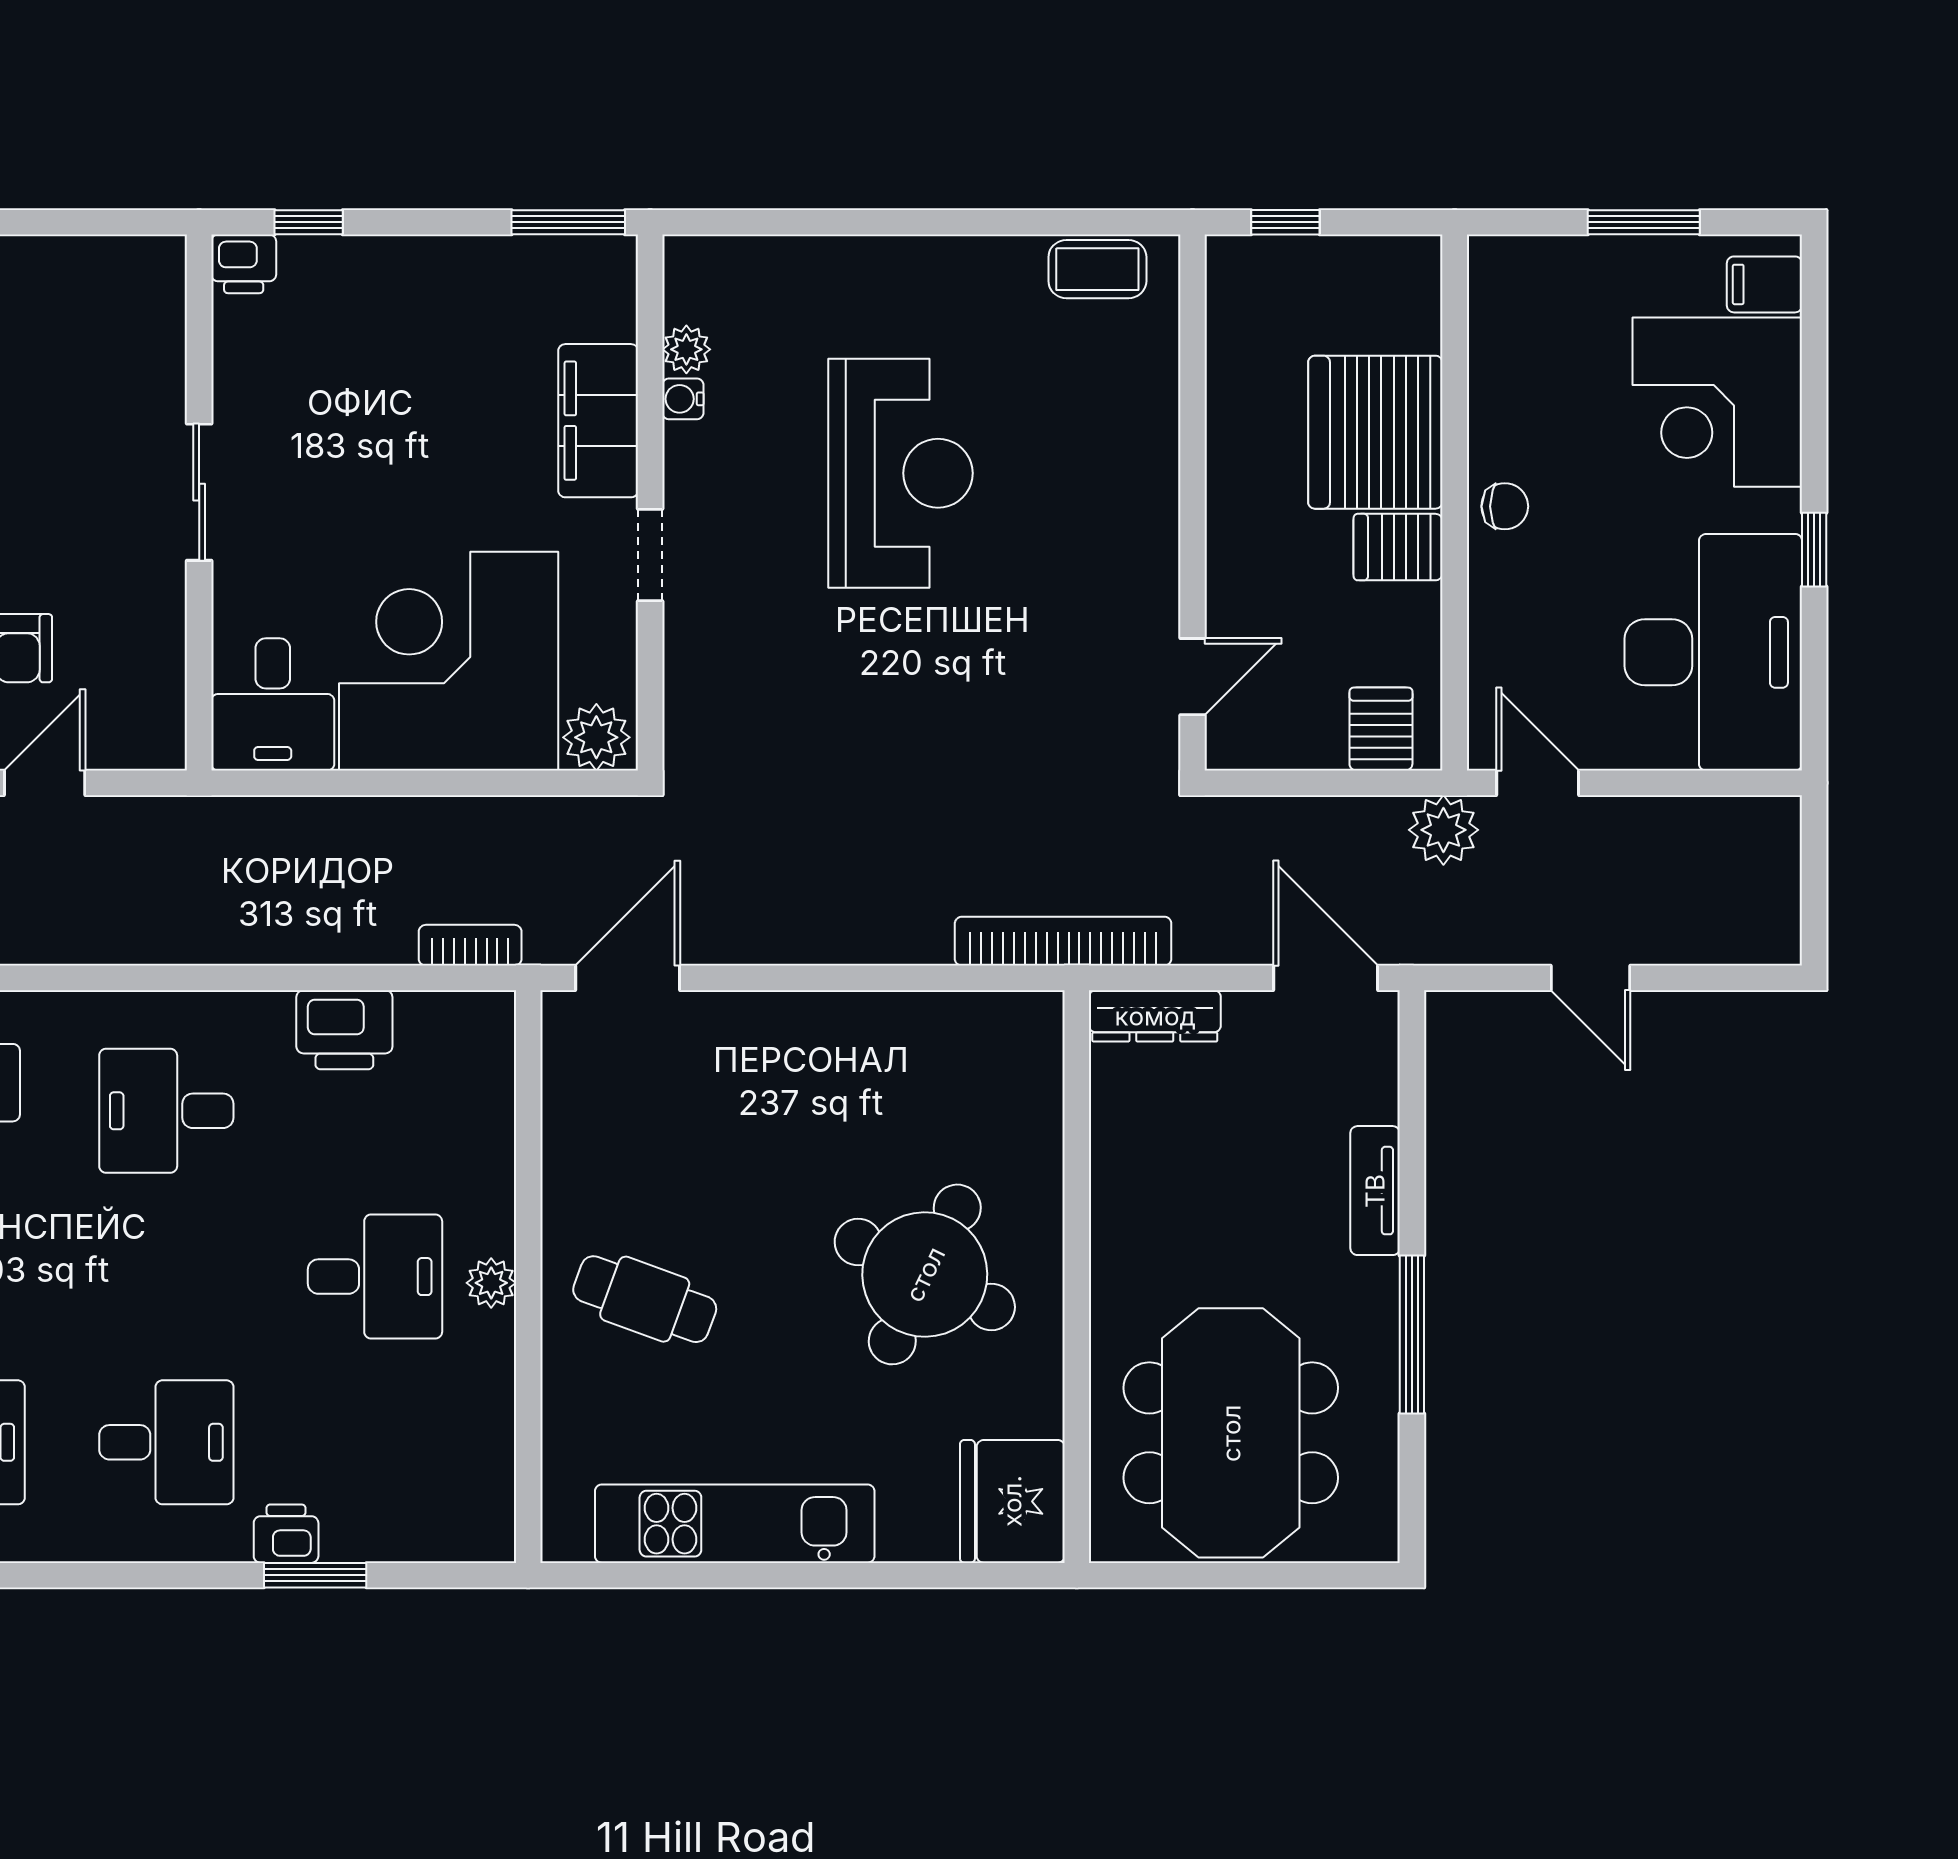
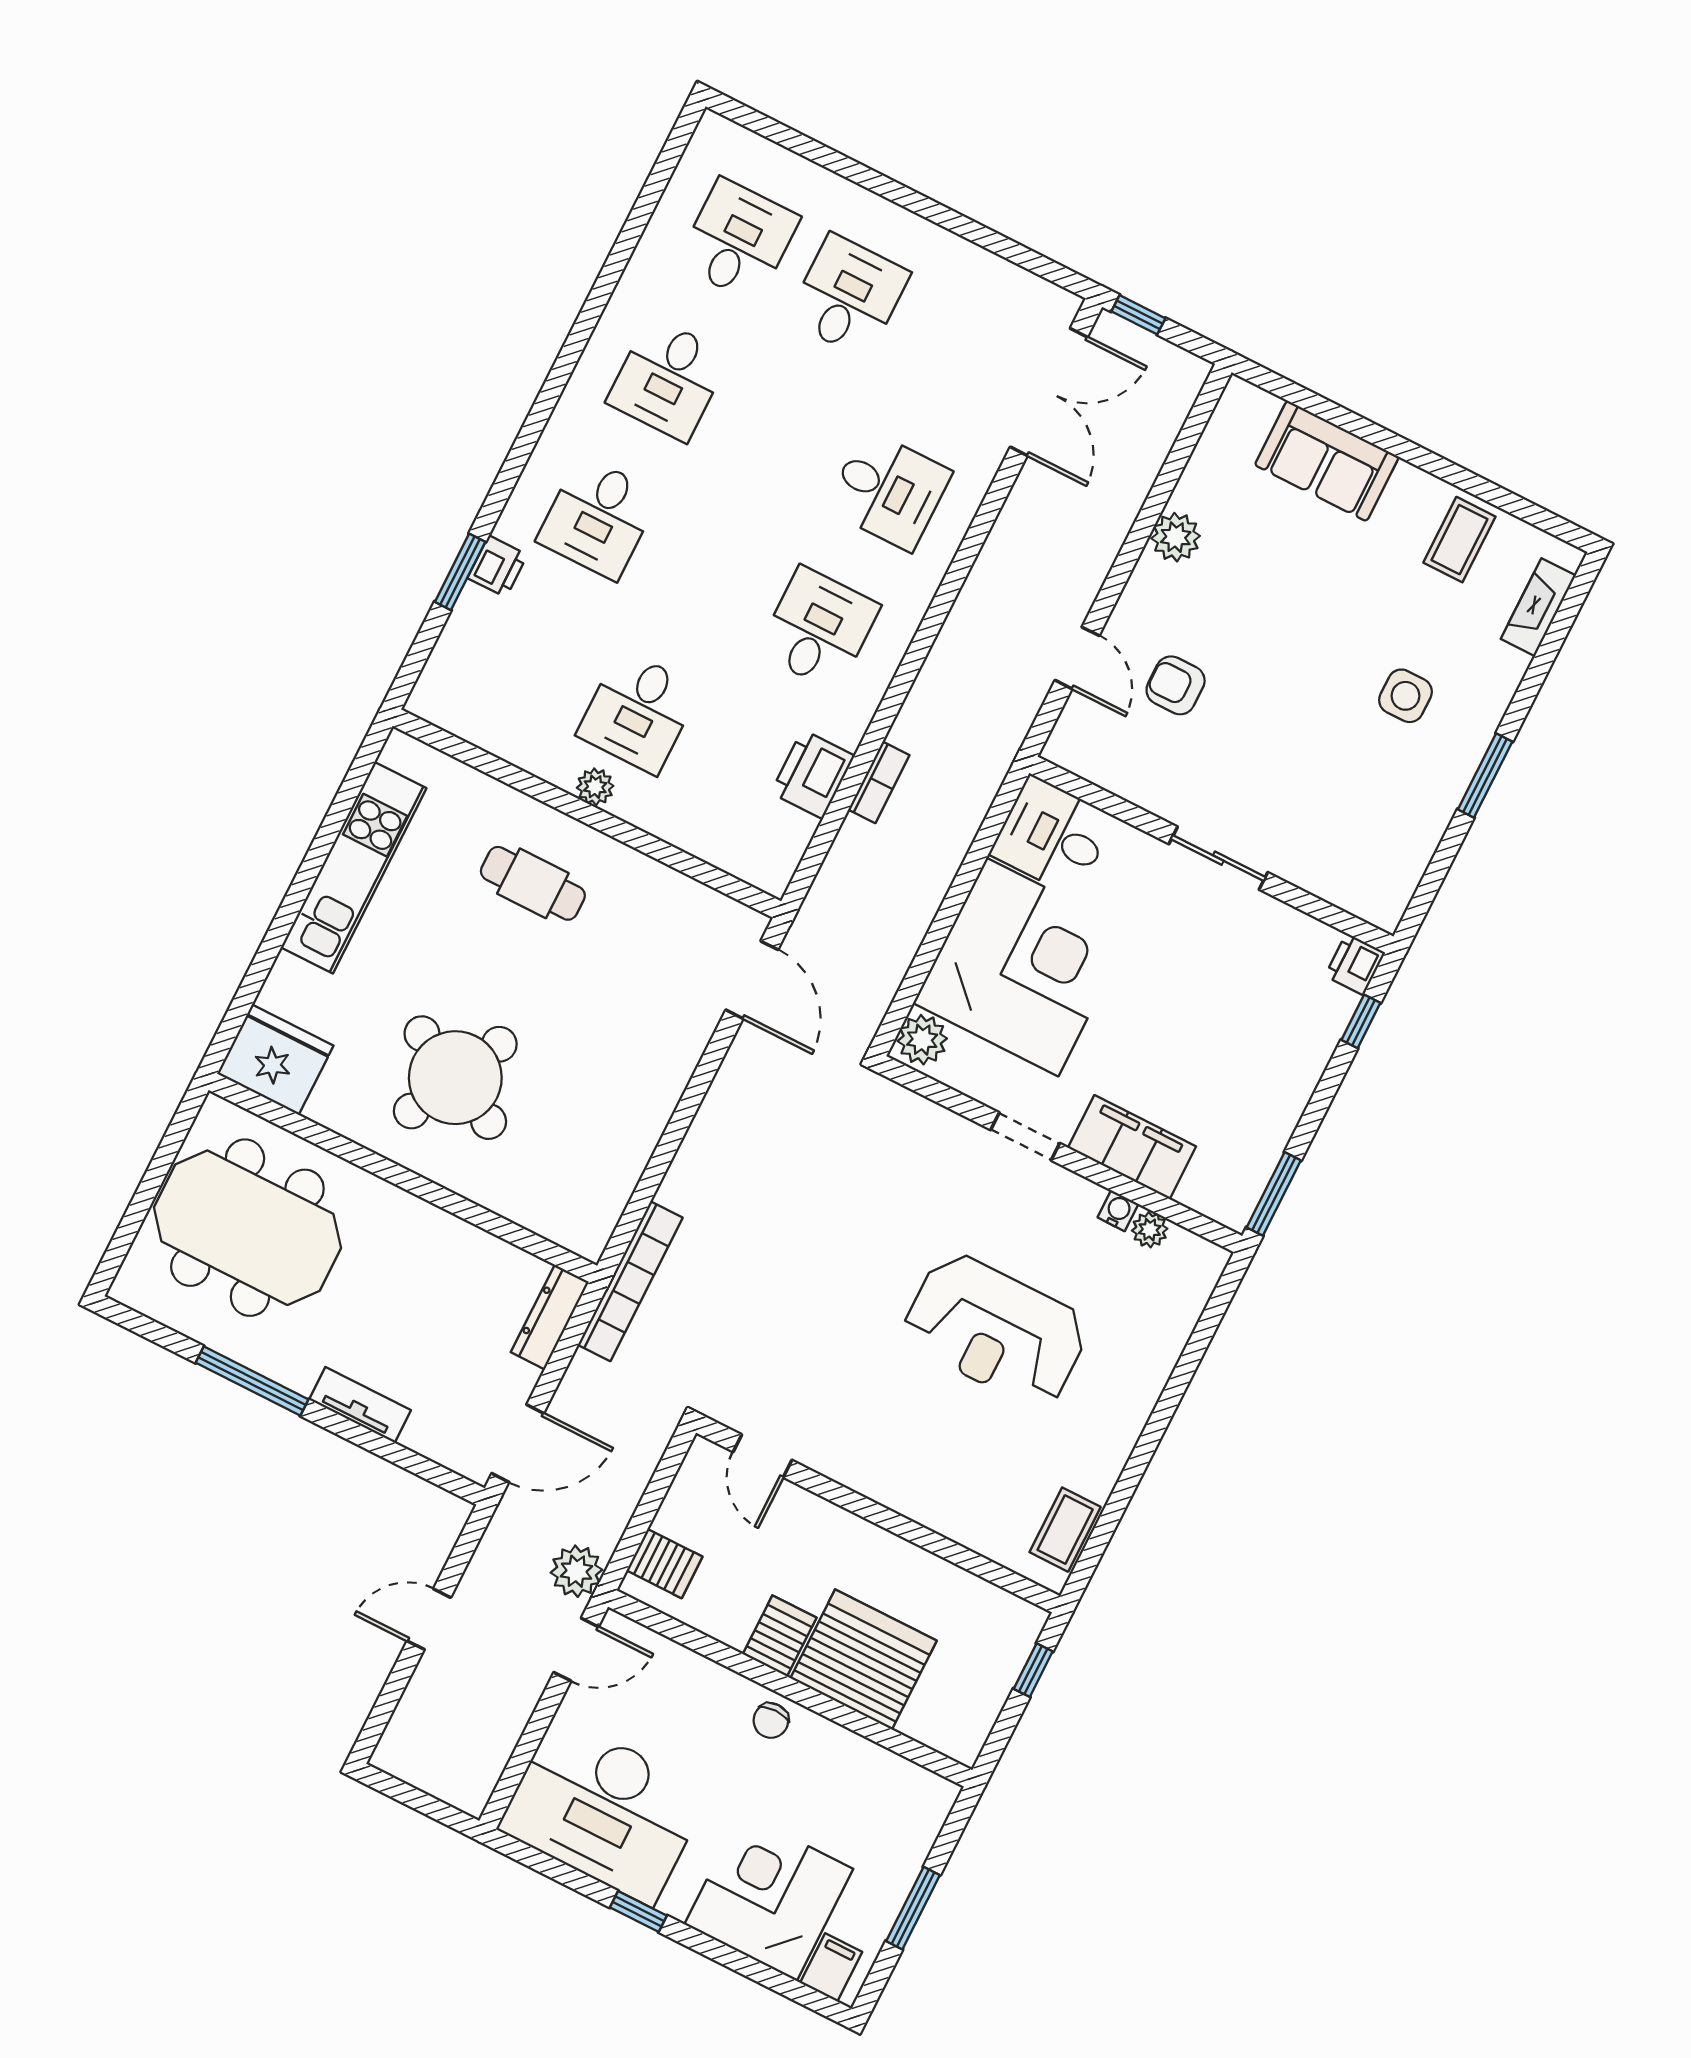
bookcase: (470, 945) -> (879, 782), moved
cafe table: (645, 1299) -> (533, 883), turned 70

